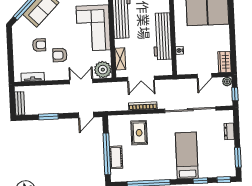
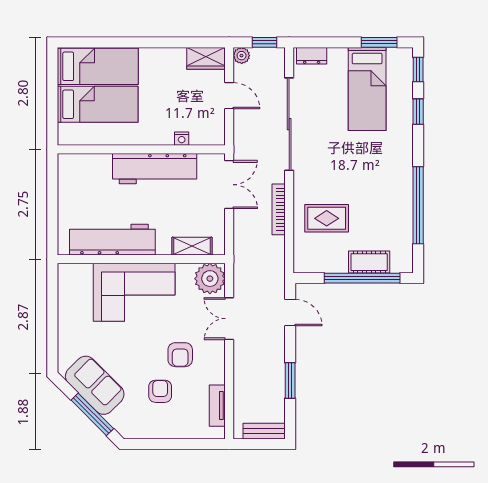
double door: (141, 79) -> (229, 185), moved
dresser: (229, 131) -> (312, 56), moved
bed: (187, 155) -> (367, 89), moved, turned -90

